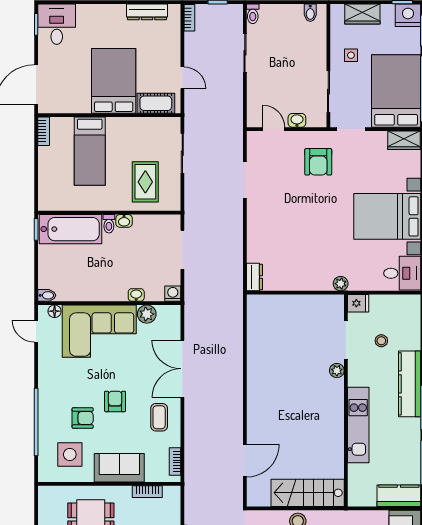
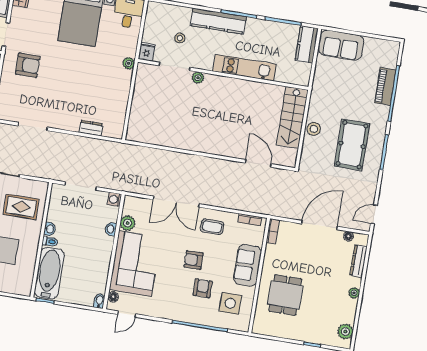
dresser: (254, 277) -> (91, 128), moved
bookcase: (147, 492) -> (273, 231), moved

